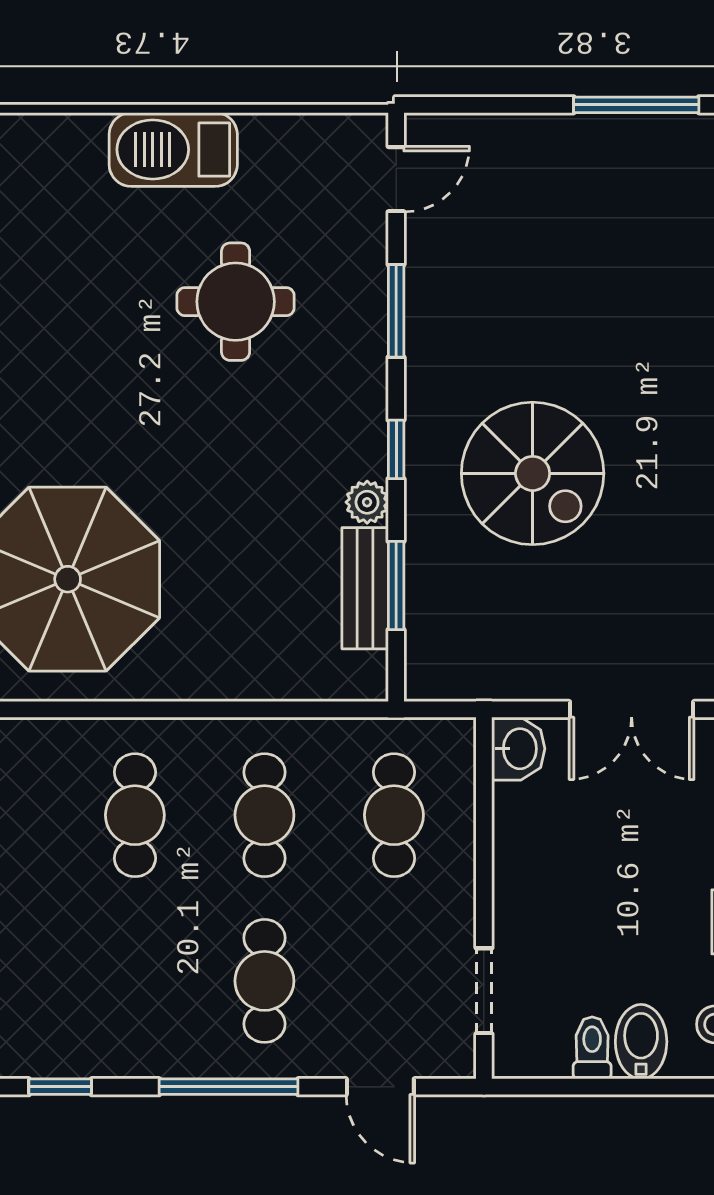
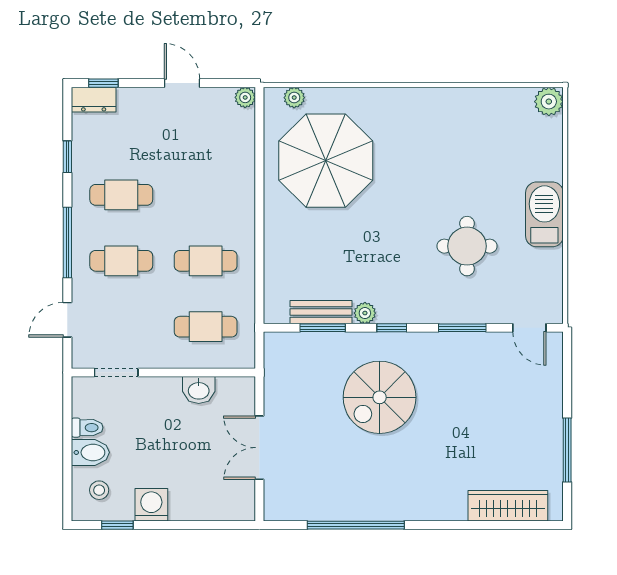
washbasin: (518, 749) -> (199, 390), moved
cafe table: (135, 815) -> (121, 195), moved

